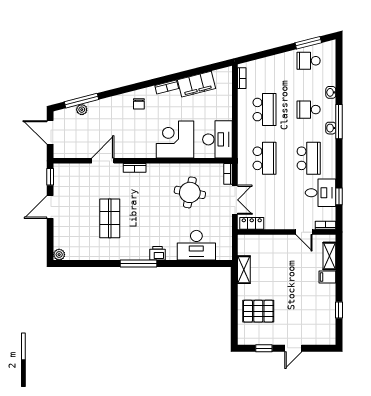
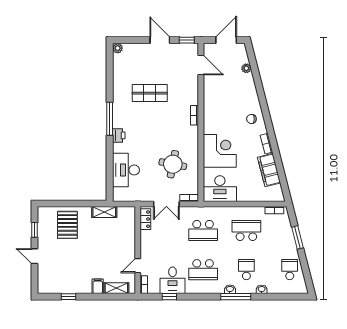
window: (308, 43) -> (298, 237), moved
window: (82, 101) -> (254, 68), removed
school desk: (264, 110) -> (246, 230), turned 180
door: (103, 161) -> (201, 65), moved

